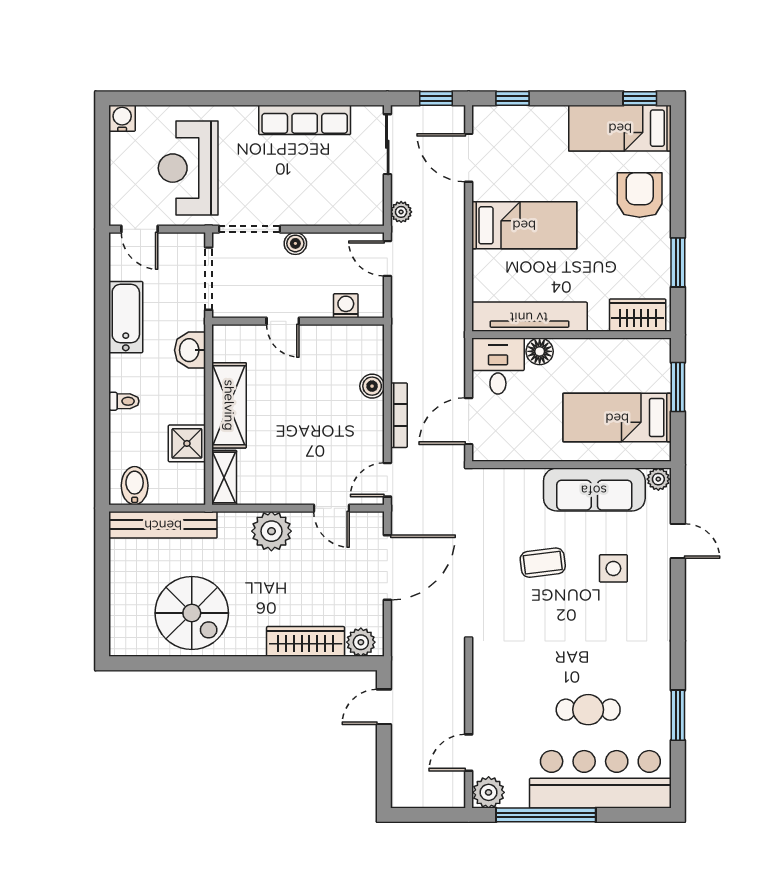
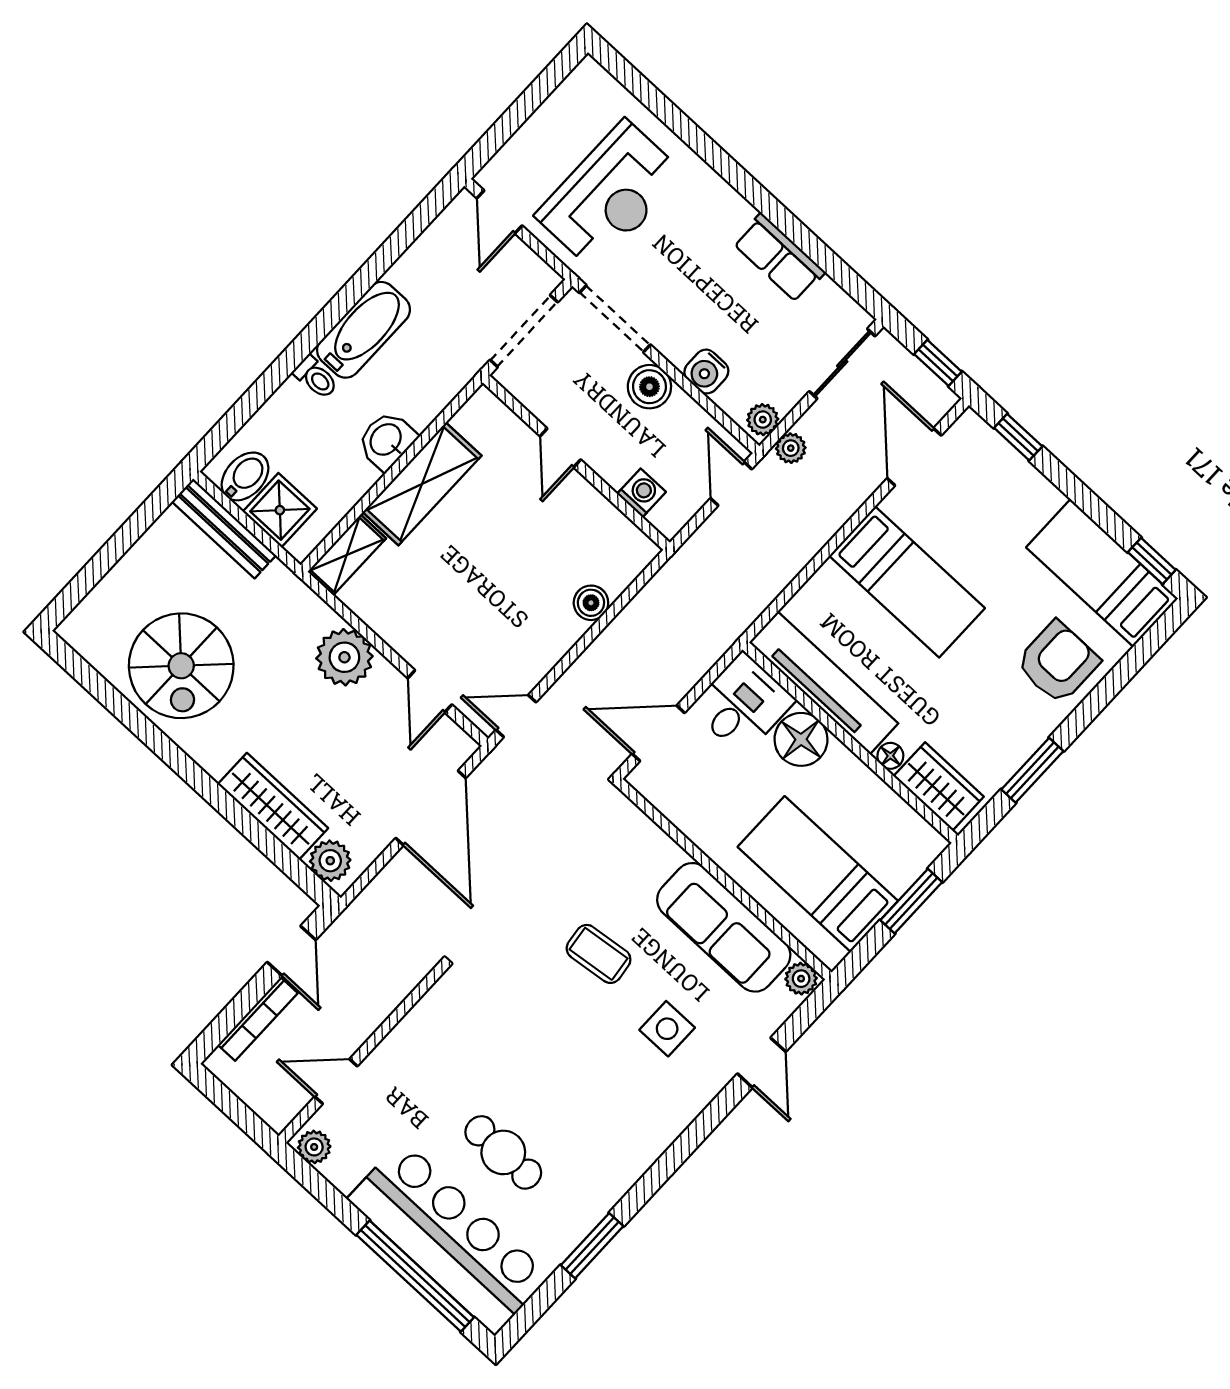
water cooler: (122, 118) -> (706, 372), moved, turned 180
row of seats: (305, 120) -> (779, 258), width x0.68
reception desk: (188, 168) -> (610, 195), turned 180
plant: (373, 211) -> (763, 420), added
boiler: (295, 243) -> (649, 387), width x1.36, depth x1.36
bathtub: (126, 317) -> (364, 330), moved
floor lamp: (598, 322) -> (890, 756), added
washbasin: (190, 350) -> (387, 440), moved
floor lamp: (540, 351) -> (801, 739), width x1.38, depth x1.38
bookcase: (399, 415) -> (258, 1019), moved
shower: (187, 443) -> (280, 510), moved
bench: (163, 525) -> (224, 528), width x0.73, depth x0.82
door: (387, 567) -> (431, 808), hinge flipped
door: (384, 707) -> (291, 951), swing flipped
plant: (489, 792) -> (314, 1147), width x0.73, depth x0.73
window: (546, 815) -> (415, 1276), moved

